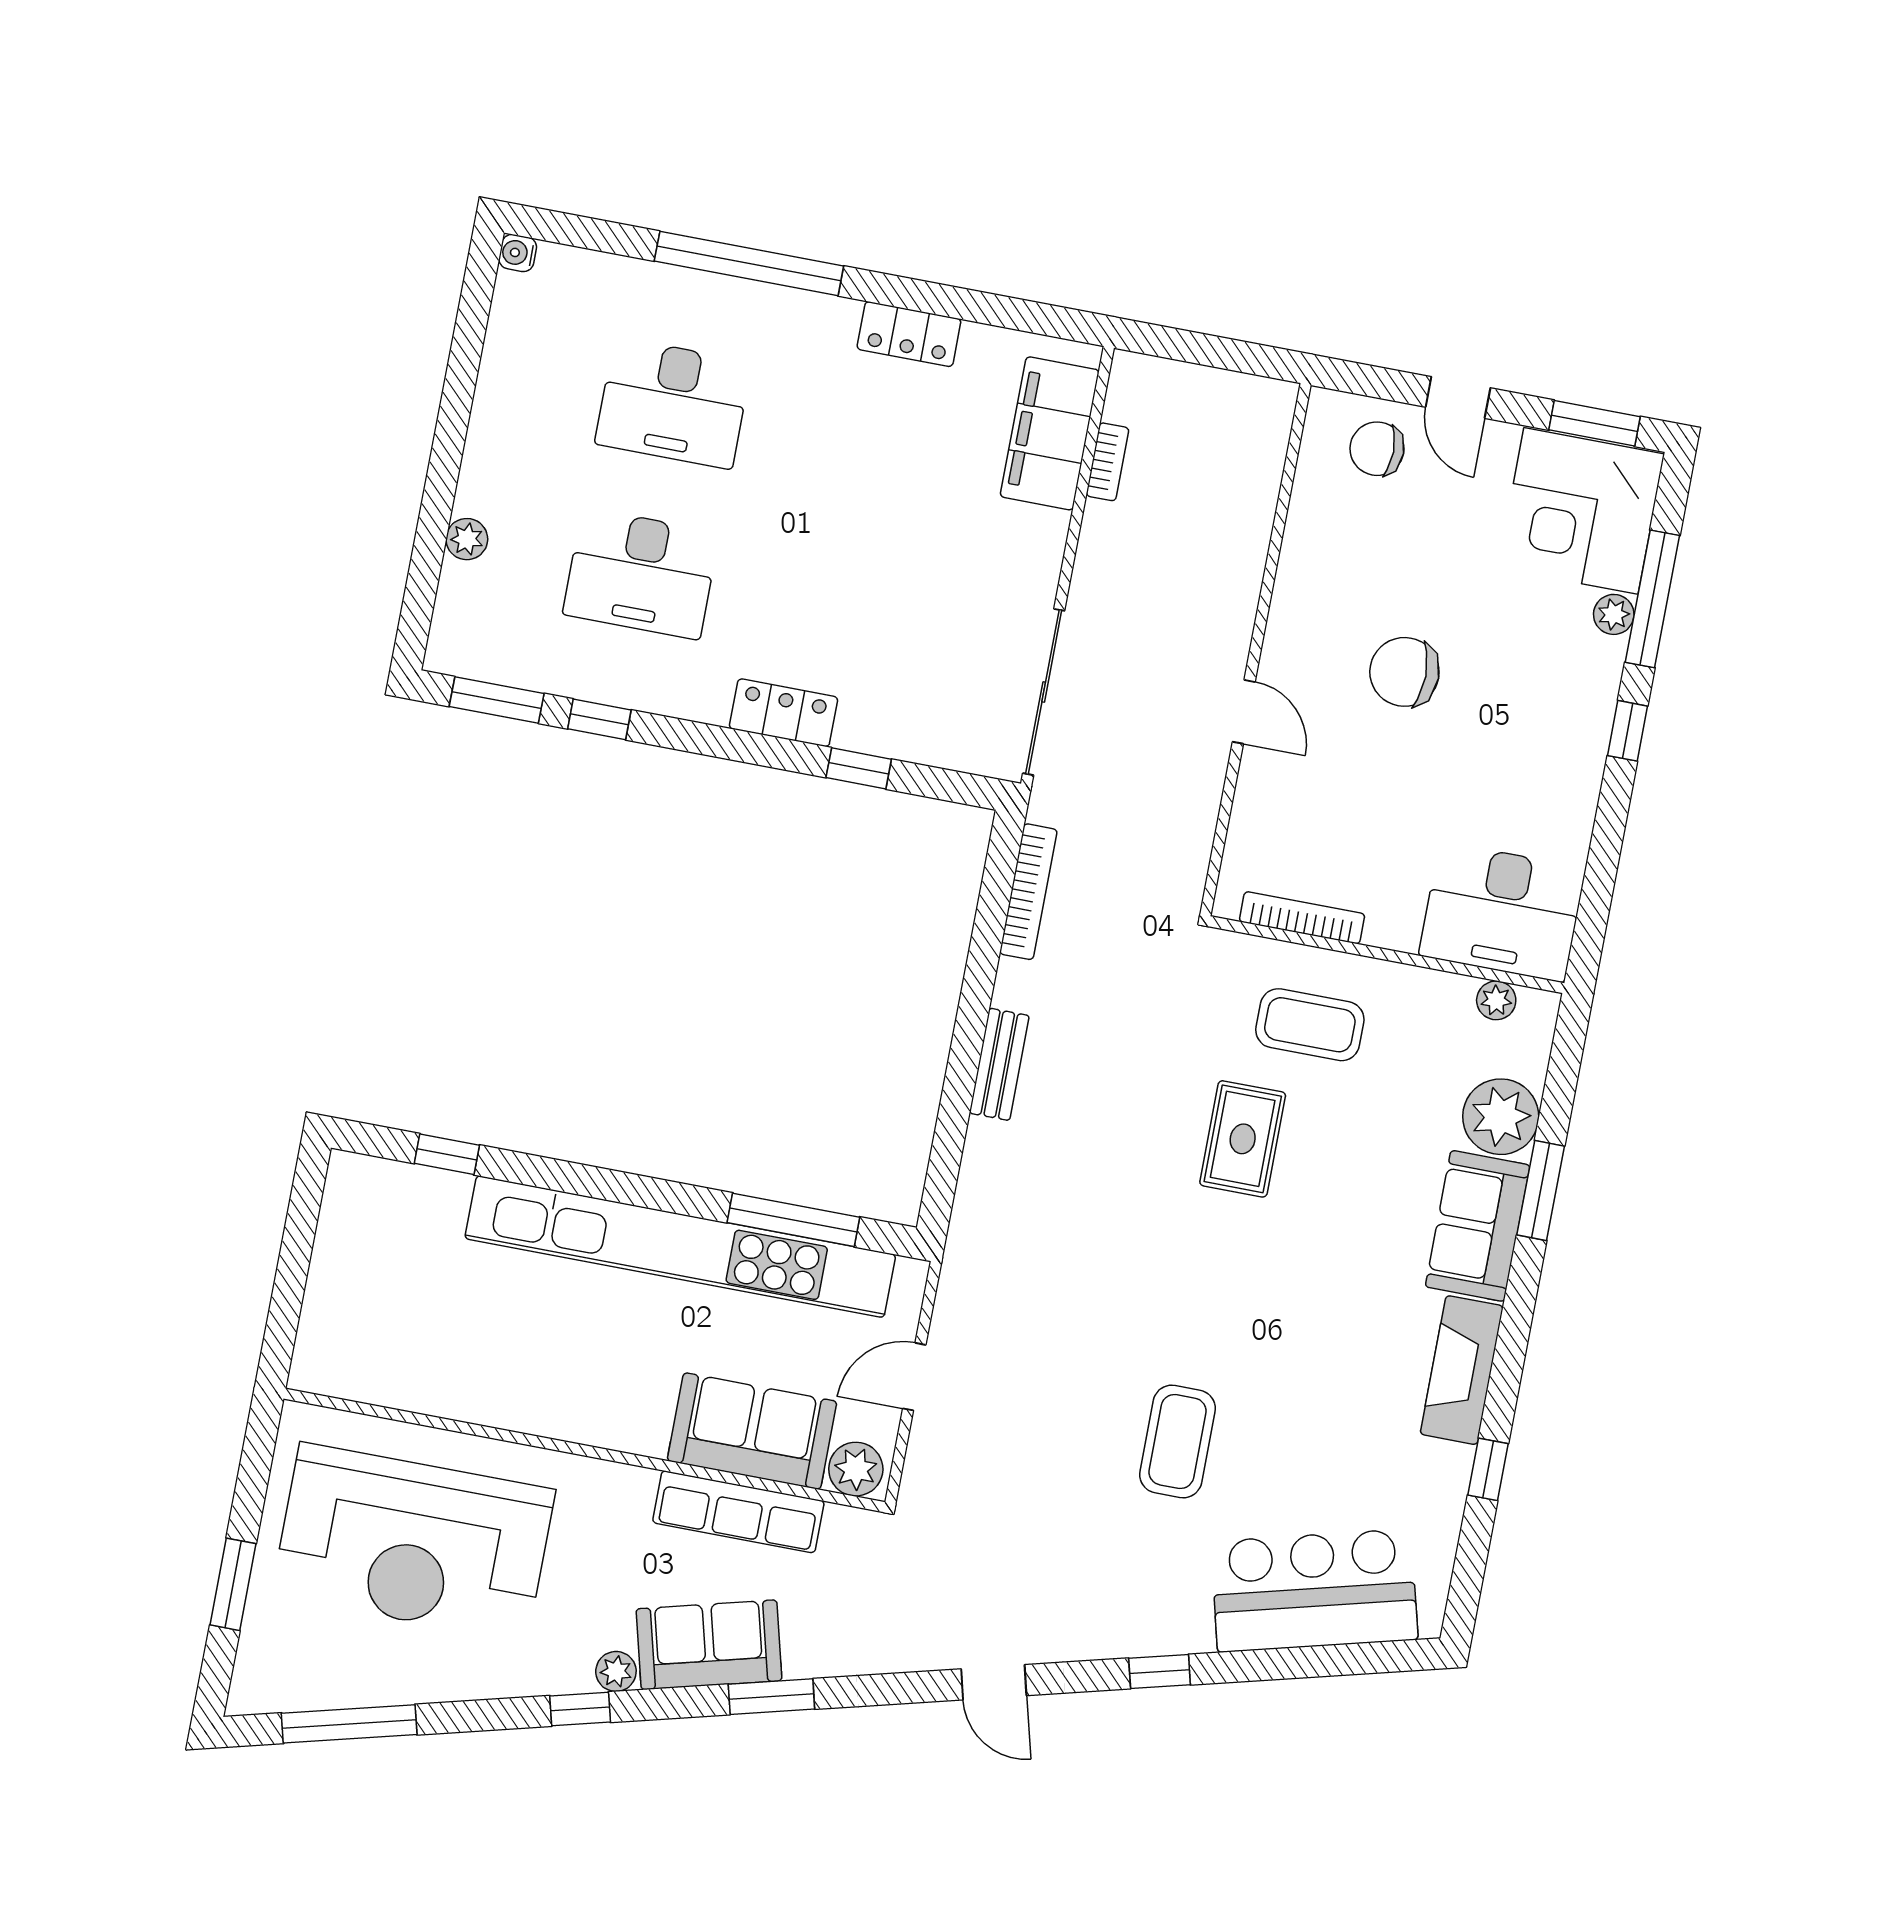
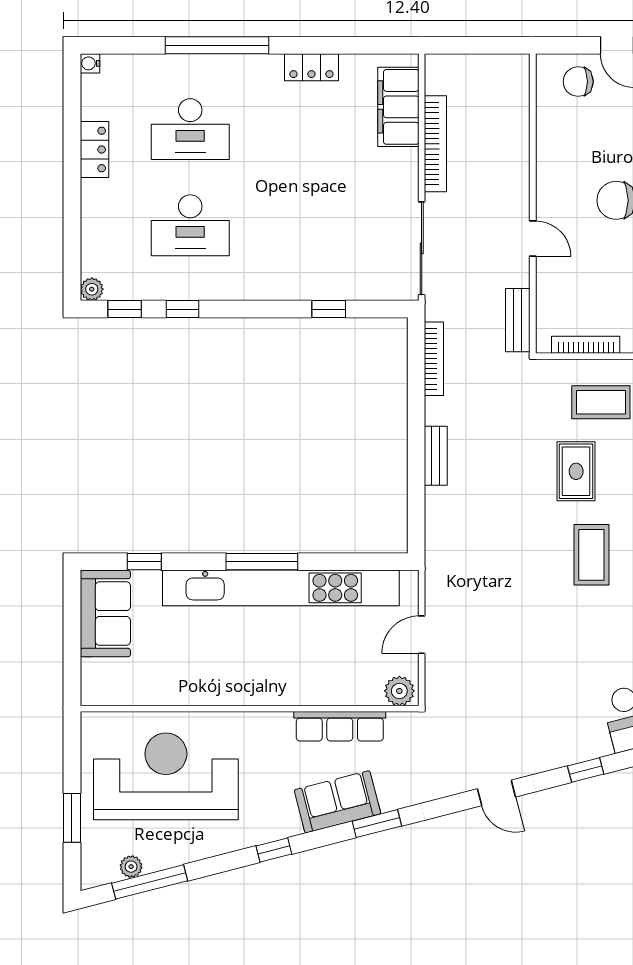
bookcase: (1108, 462) -> (435, 144), width x2.31, depth x1.31
plant: (467, 539) -> (92, 289), moved
window: (497, 700) -> (125, 309), width x0.67
locker: (784, 713) -> (95, 149), moved, turned 90
bench: (1190, 851) -> (518, 320), added
window: (793, 1220) -> (262, 562), moved
sofa: (752, 1431) -> (105, 614), moved, turned 90
coffee table: (1177, 1442) -> (591, 555), moved
reception desk: (413, 1542) -> (166, 776), turned 180
plant: (616, 1671) -> (131, 867), moved

